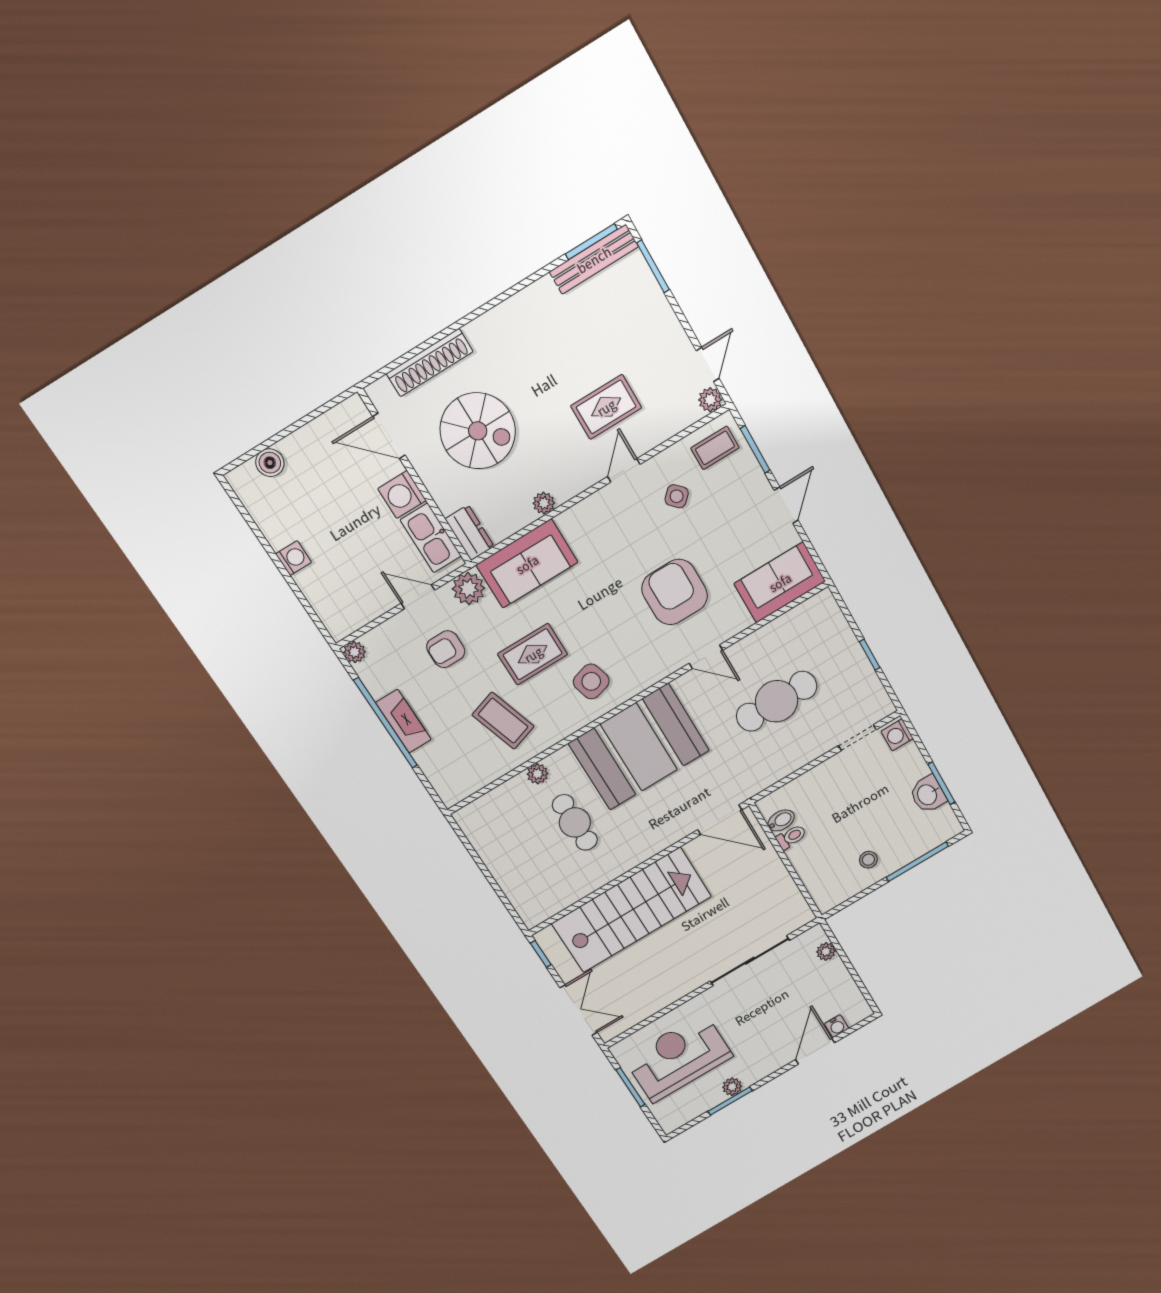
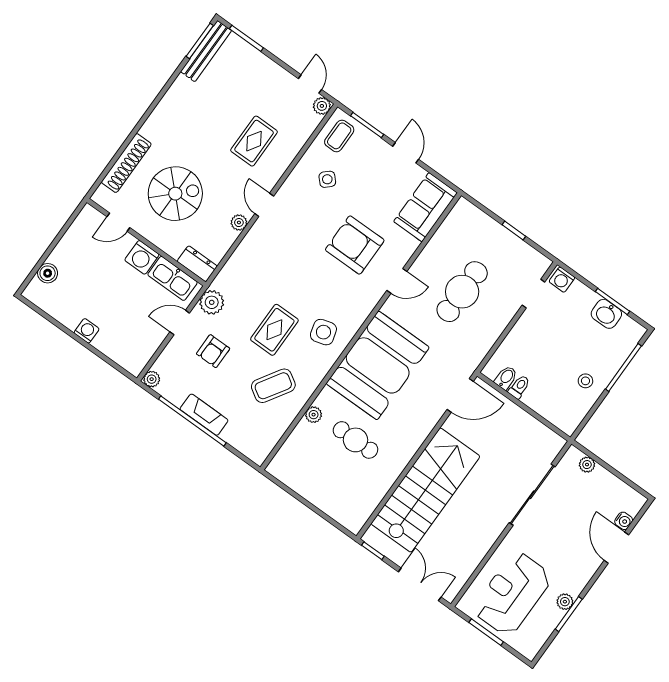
door: (389, 436) -> (118, 222), width x0.73
door: (624, 470) -> (264, 205), moved
sofa: (527, 564) -> (245, 268), removed
coffee table: (503, 721) -> (273, 386), turned -40

